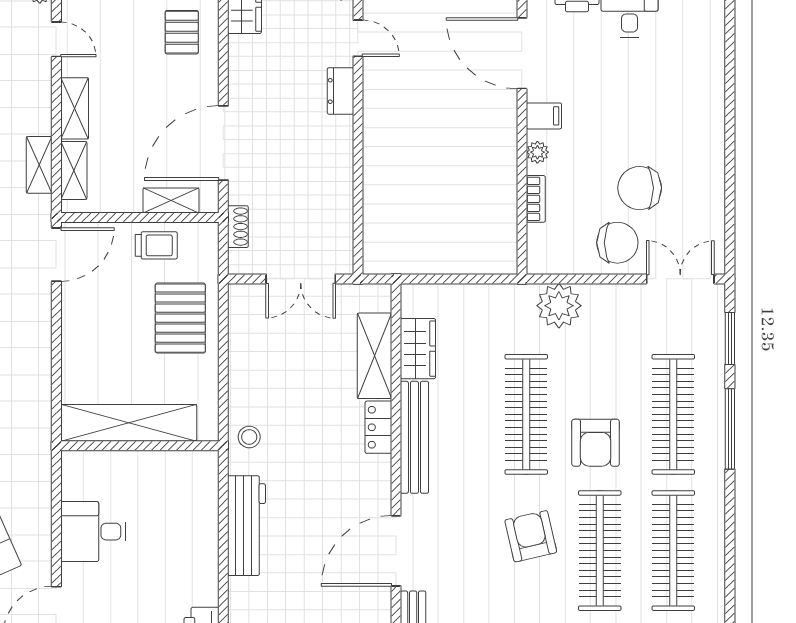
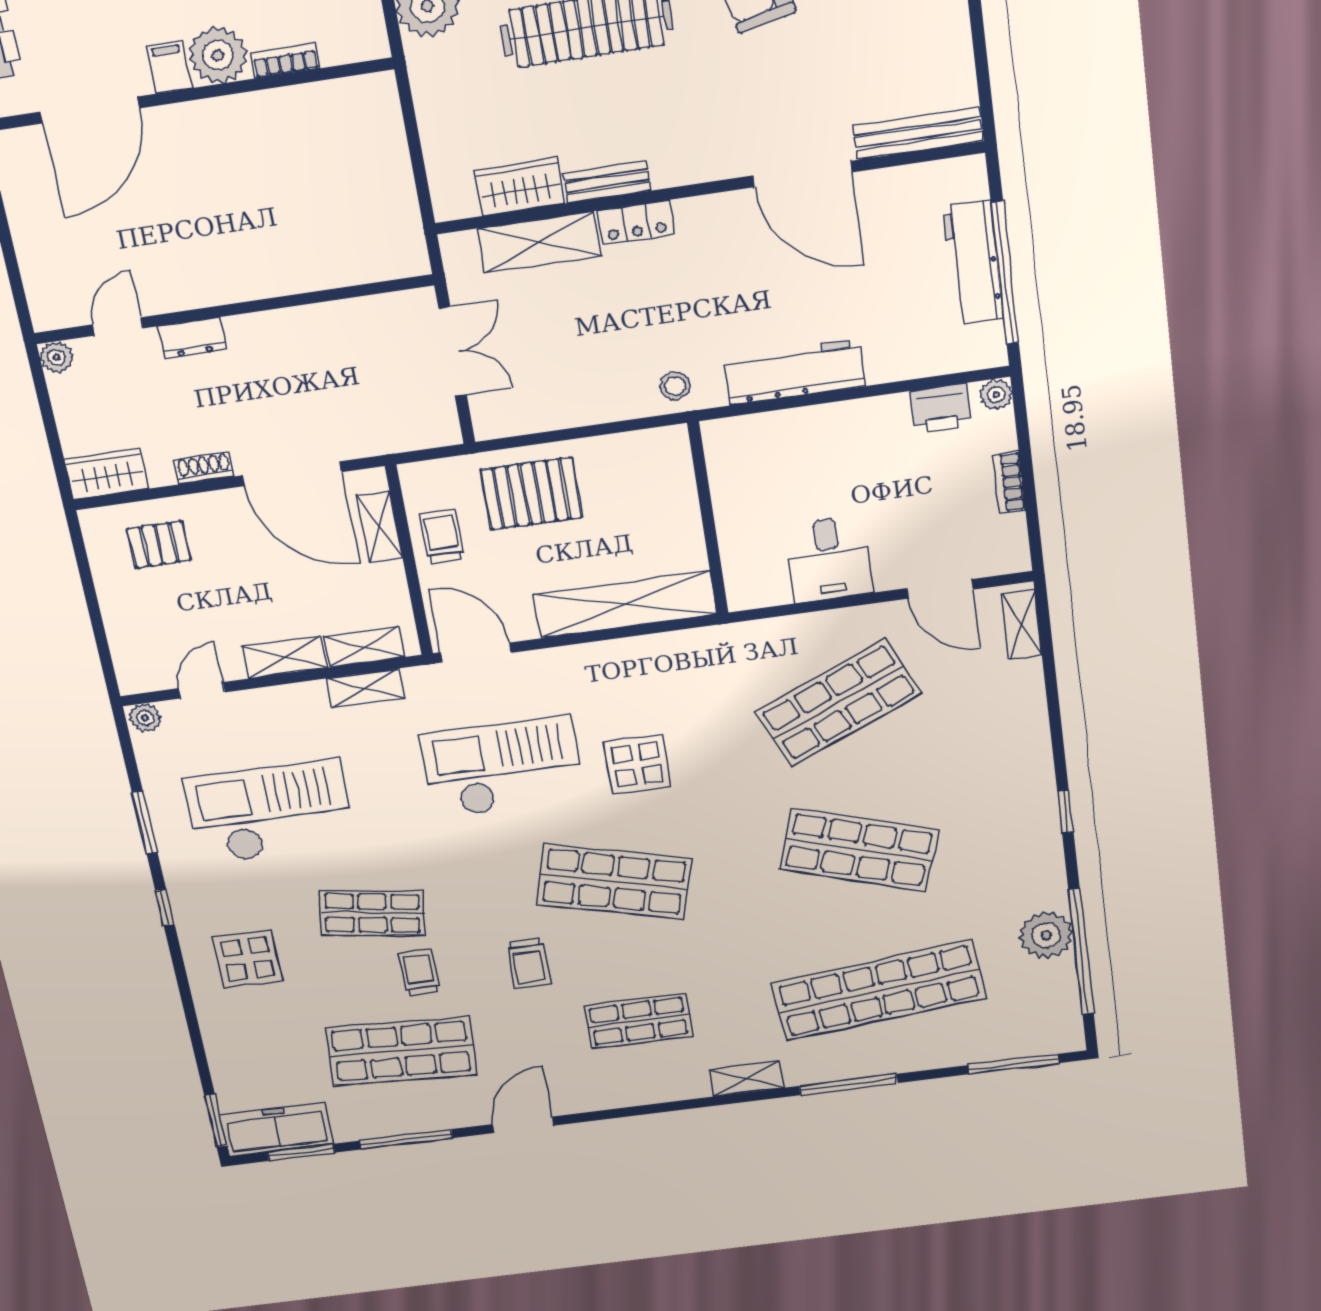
plant: (537, 152) -> (218, 55), width x1.87, depth x1.87
shoe rack: (238, 227) -> (204, 468), moved
shelving: (129, 423) -> (625, 605), moved, turned 90
bench: (414, 437) -> (607, 182), width x0.54, depth x0.82

